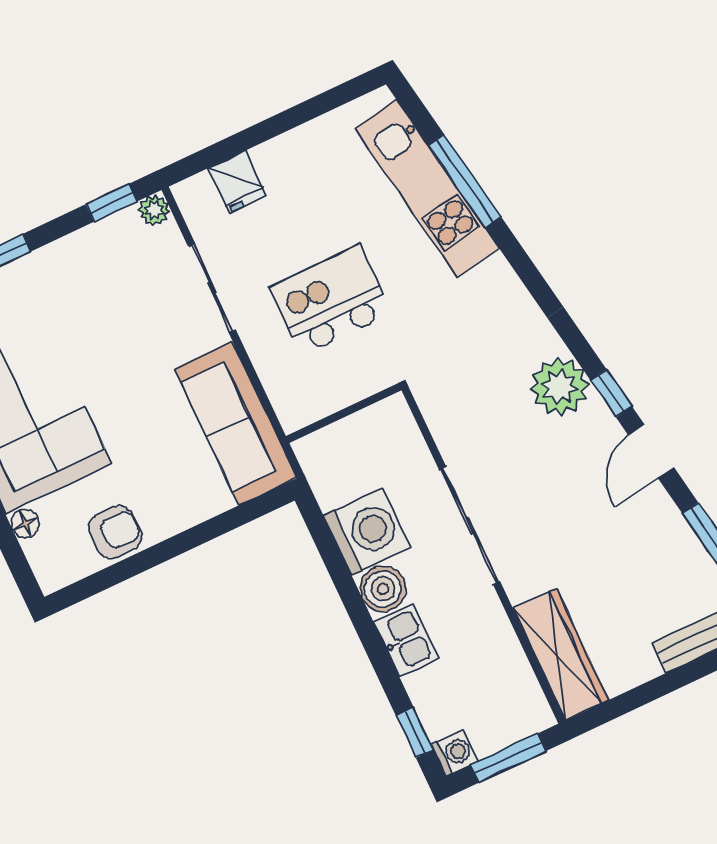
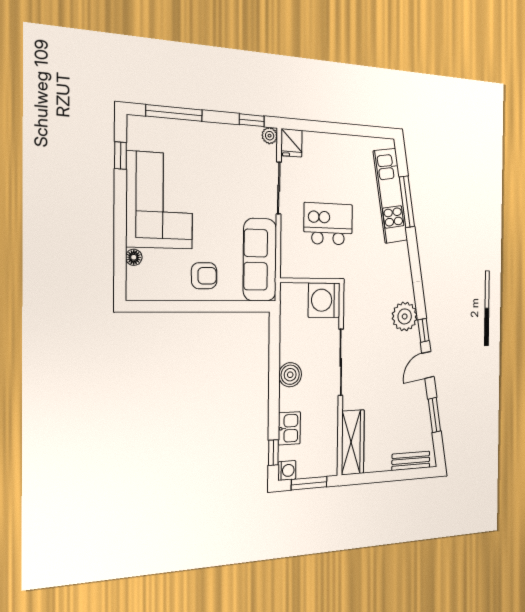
fridge: (237, 182) -> (292, 143), moved
armchair: (115, 532) -> (204, 276), moved
washing machine: (367, 532) -> (324, 300), moved, turned 180
kitchen sink: (406, 640) -> (289, 428), moved

